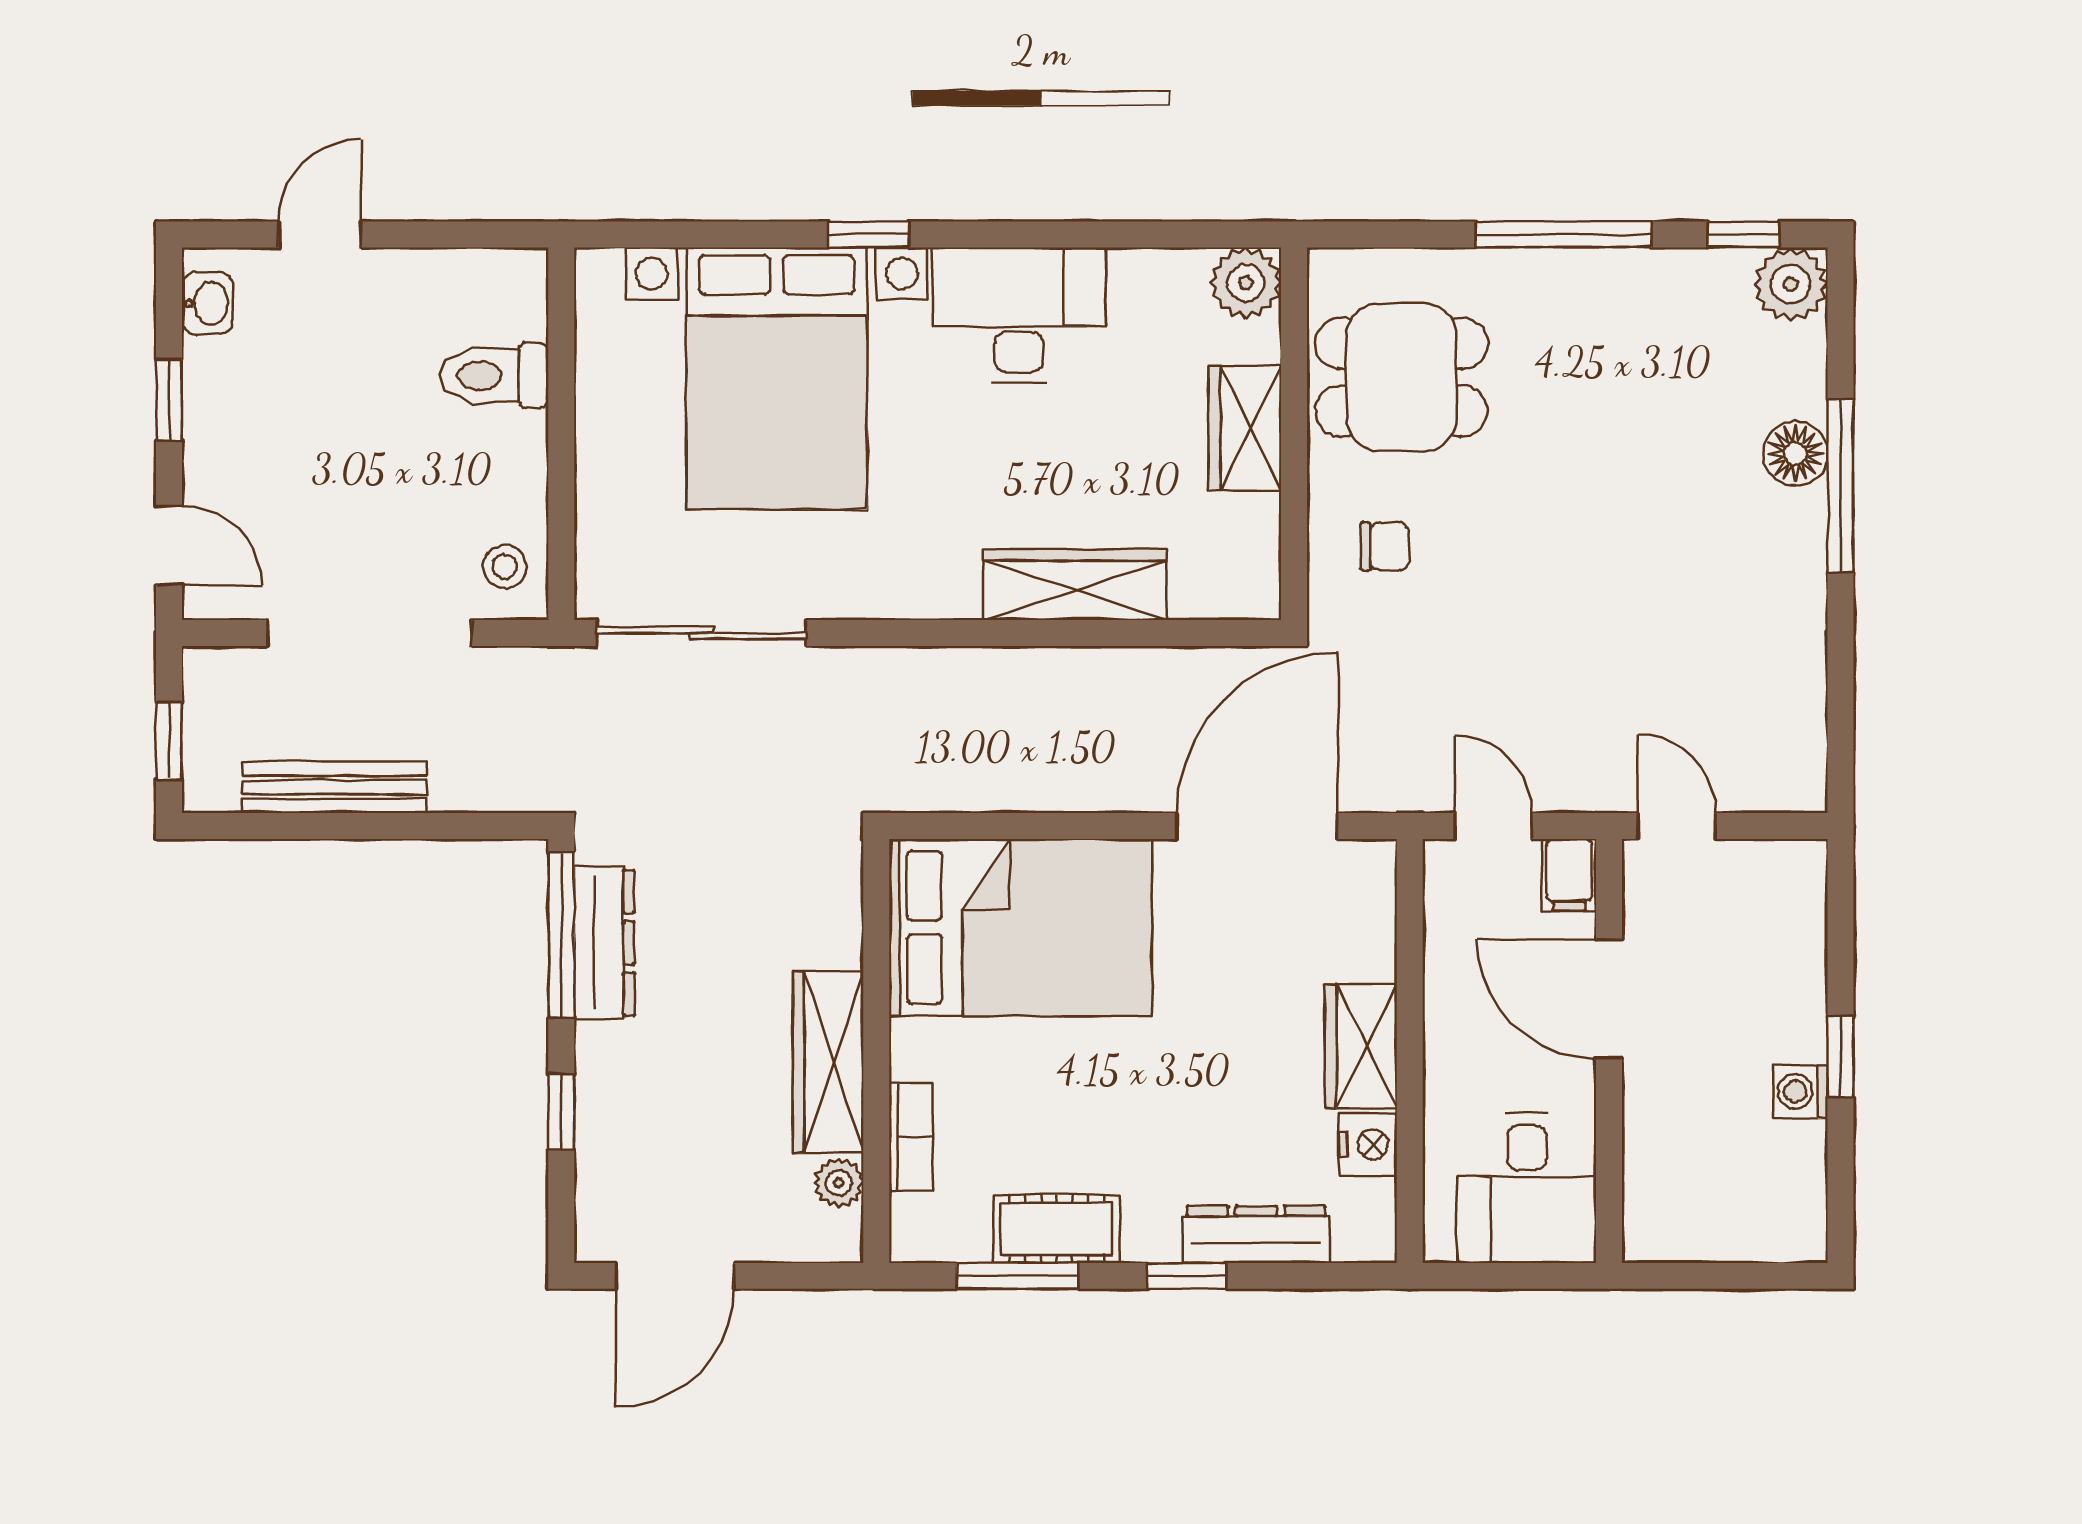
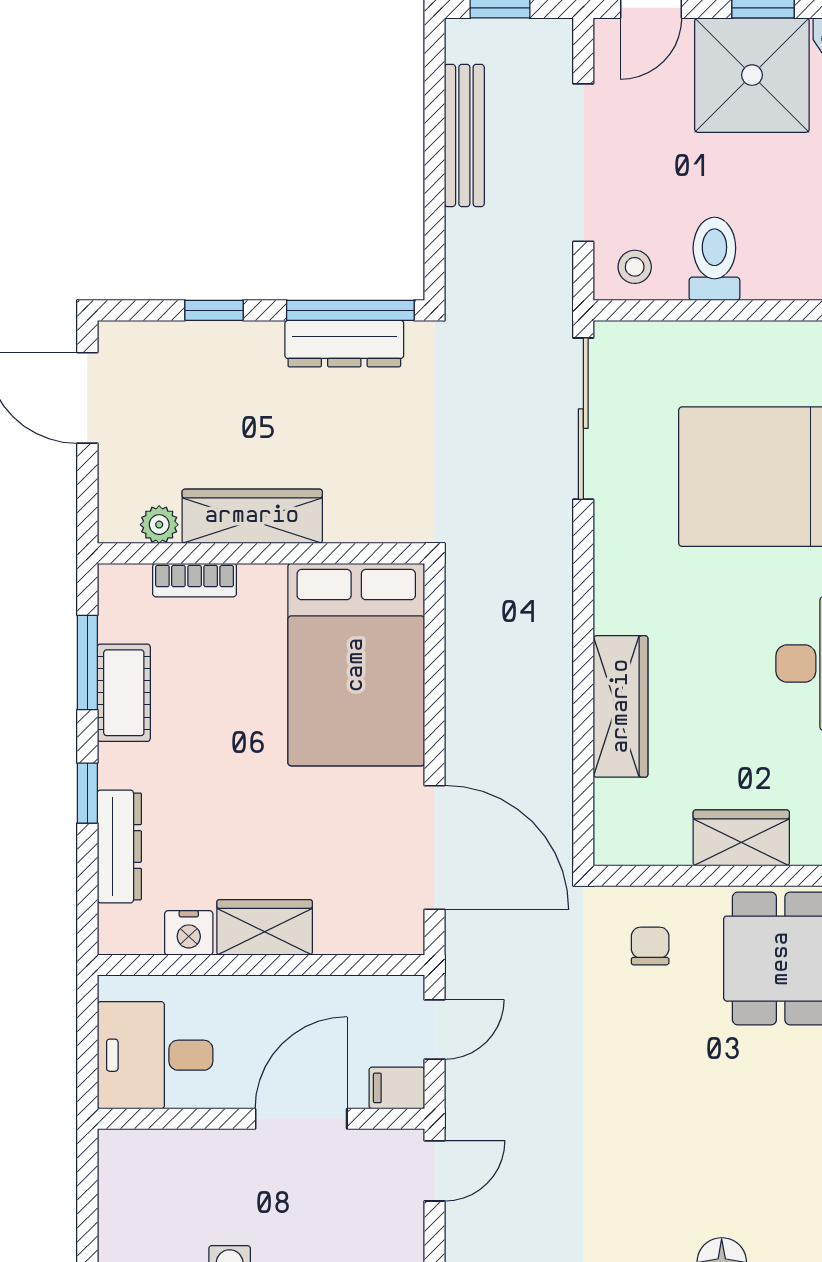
toilet: (494, 375) -> (714, 259), moved
shower: (256, 414) -> (752, 75), added
chair: (1385, 546) -> (650, 946), turned 180

